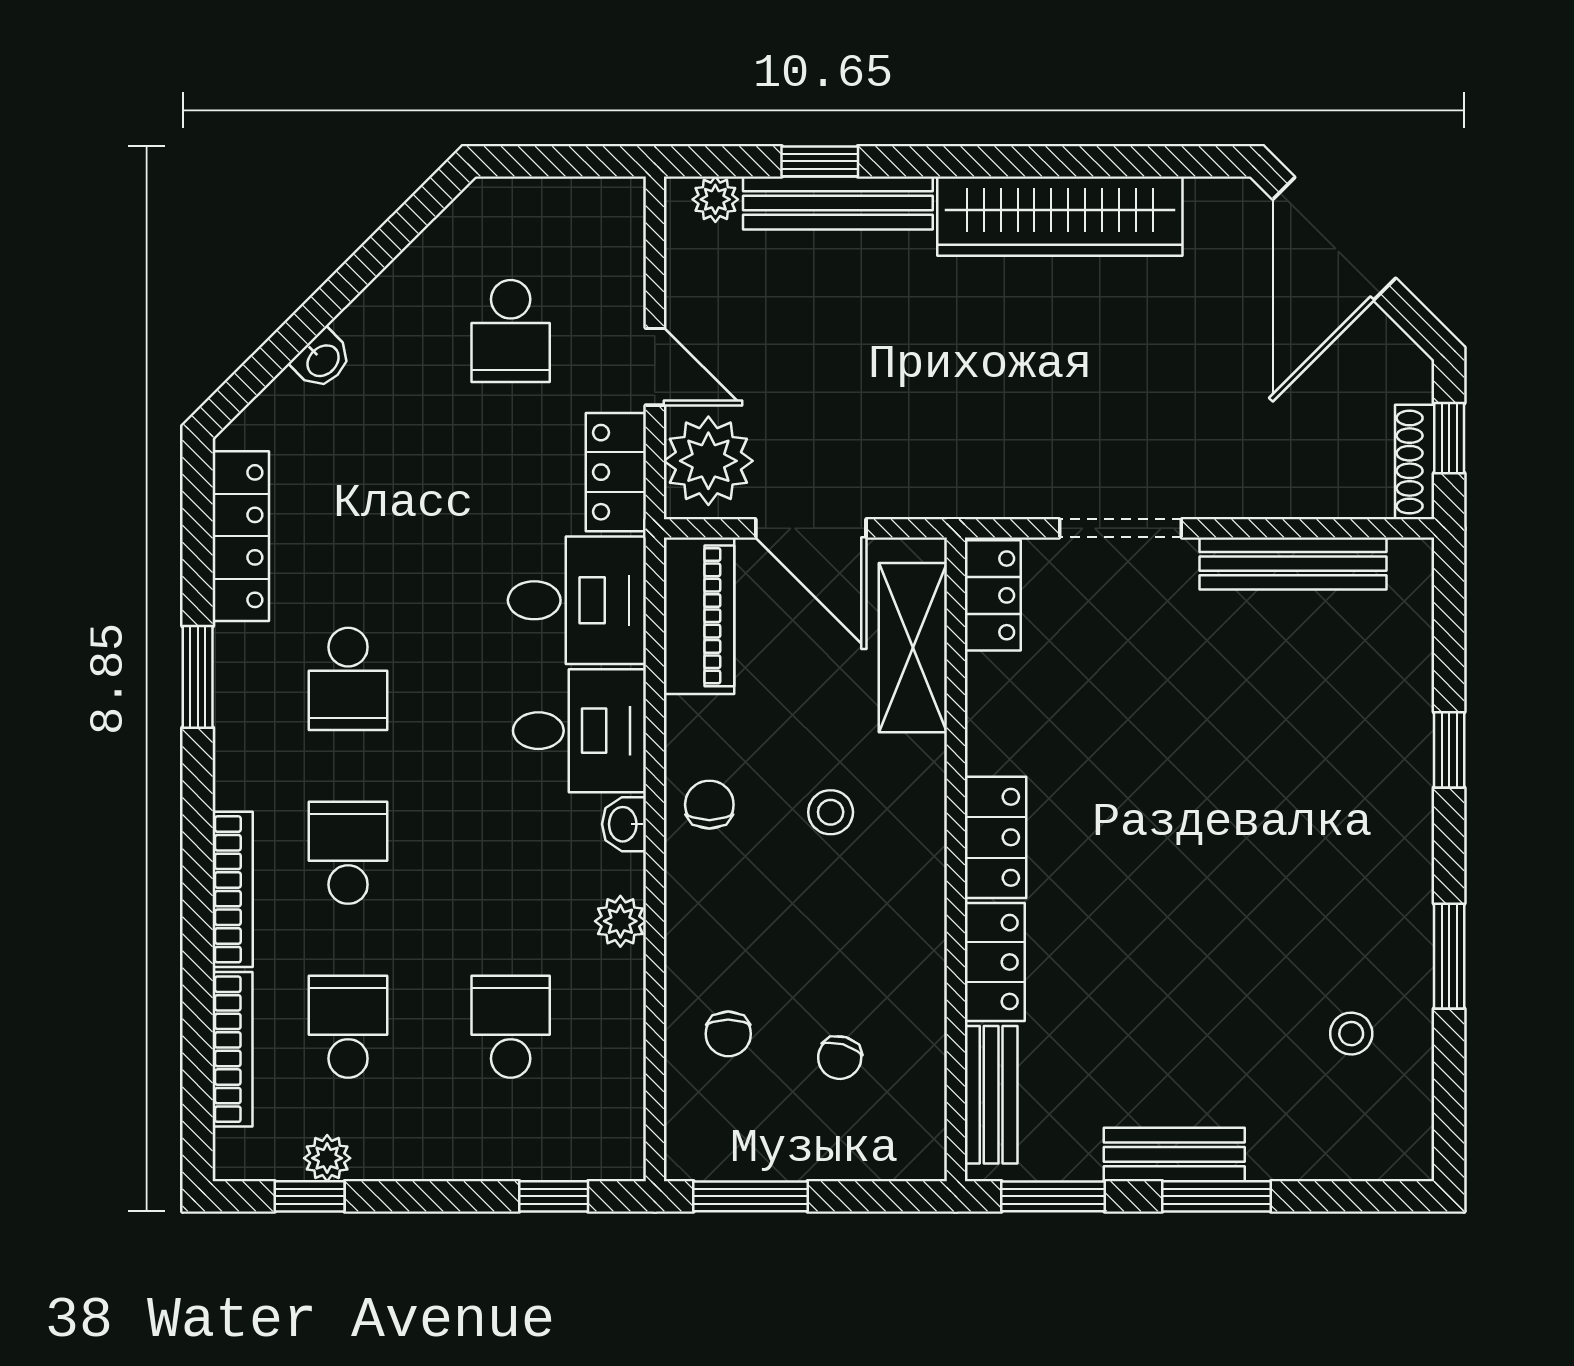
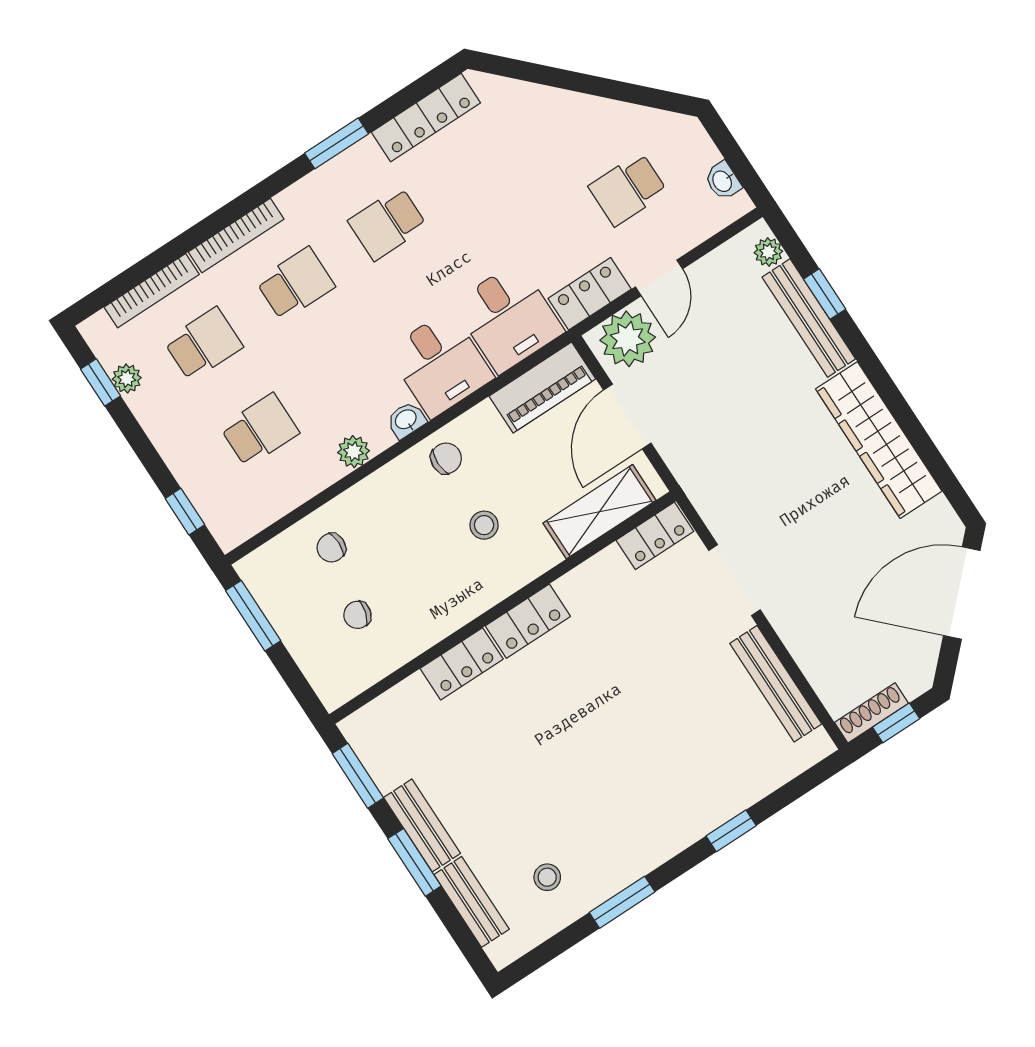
washbasin: (322, 360) -> (723, 181), moved, turned 45
bench: (991, 1095) -> (472, 902), moved, turned 90

